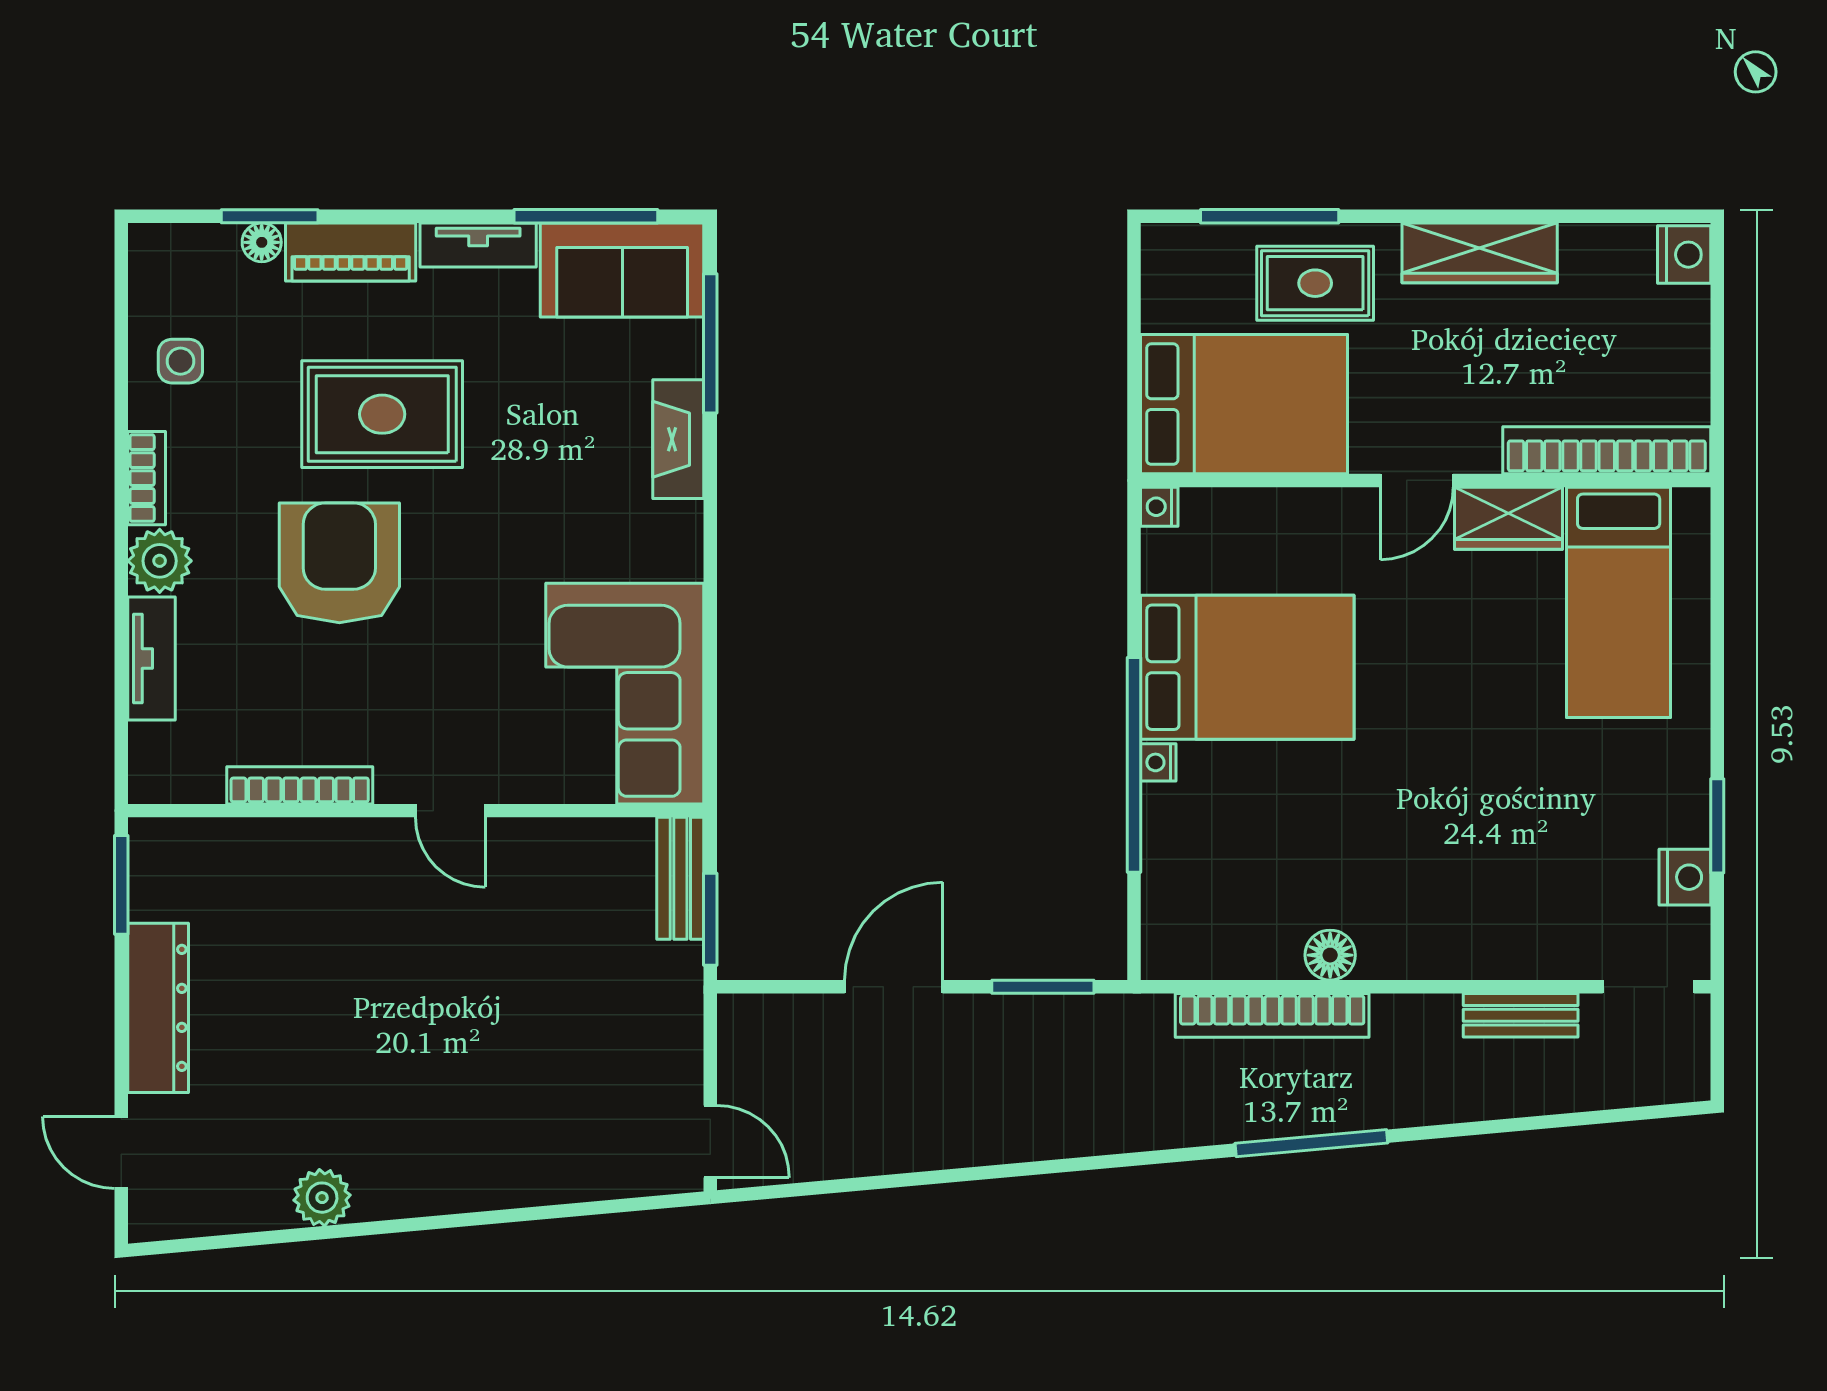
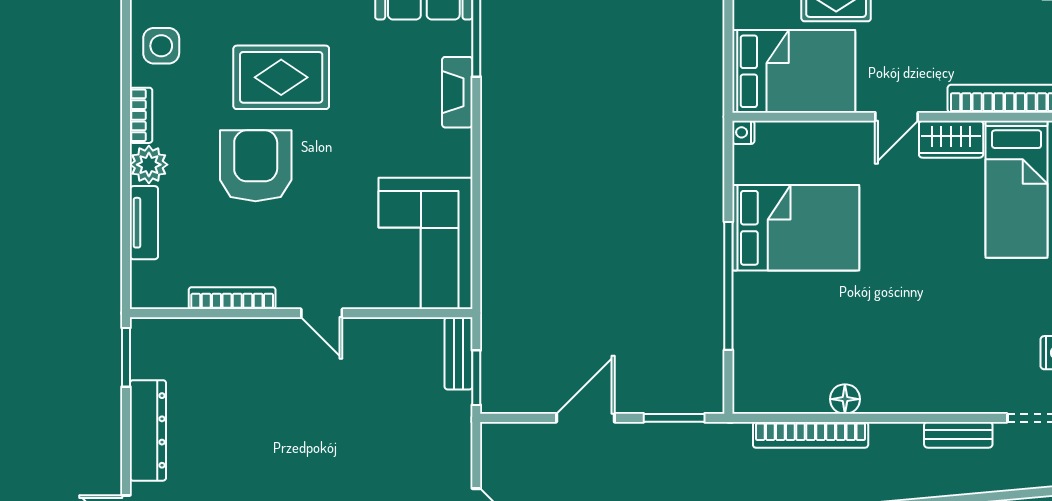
side table: (180, 361) -> (161, 46), width x1.37, depth x1.37
nightstand: (1158, 762) -> (743, 284), removed

